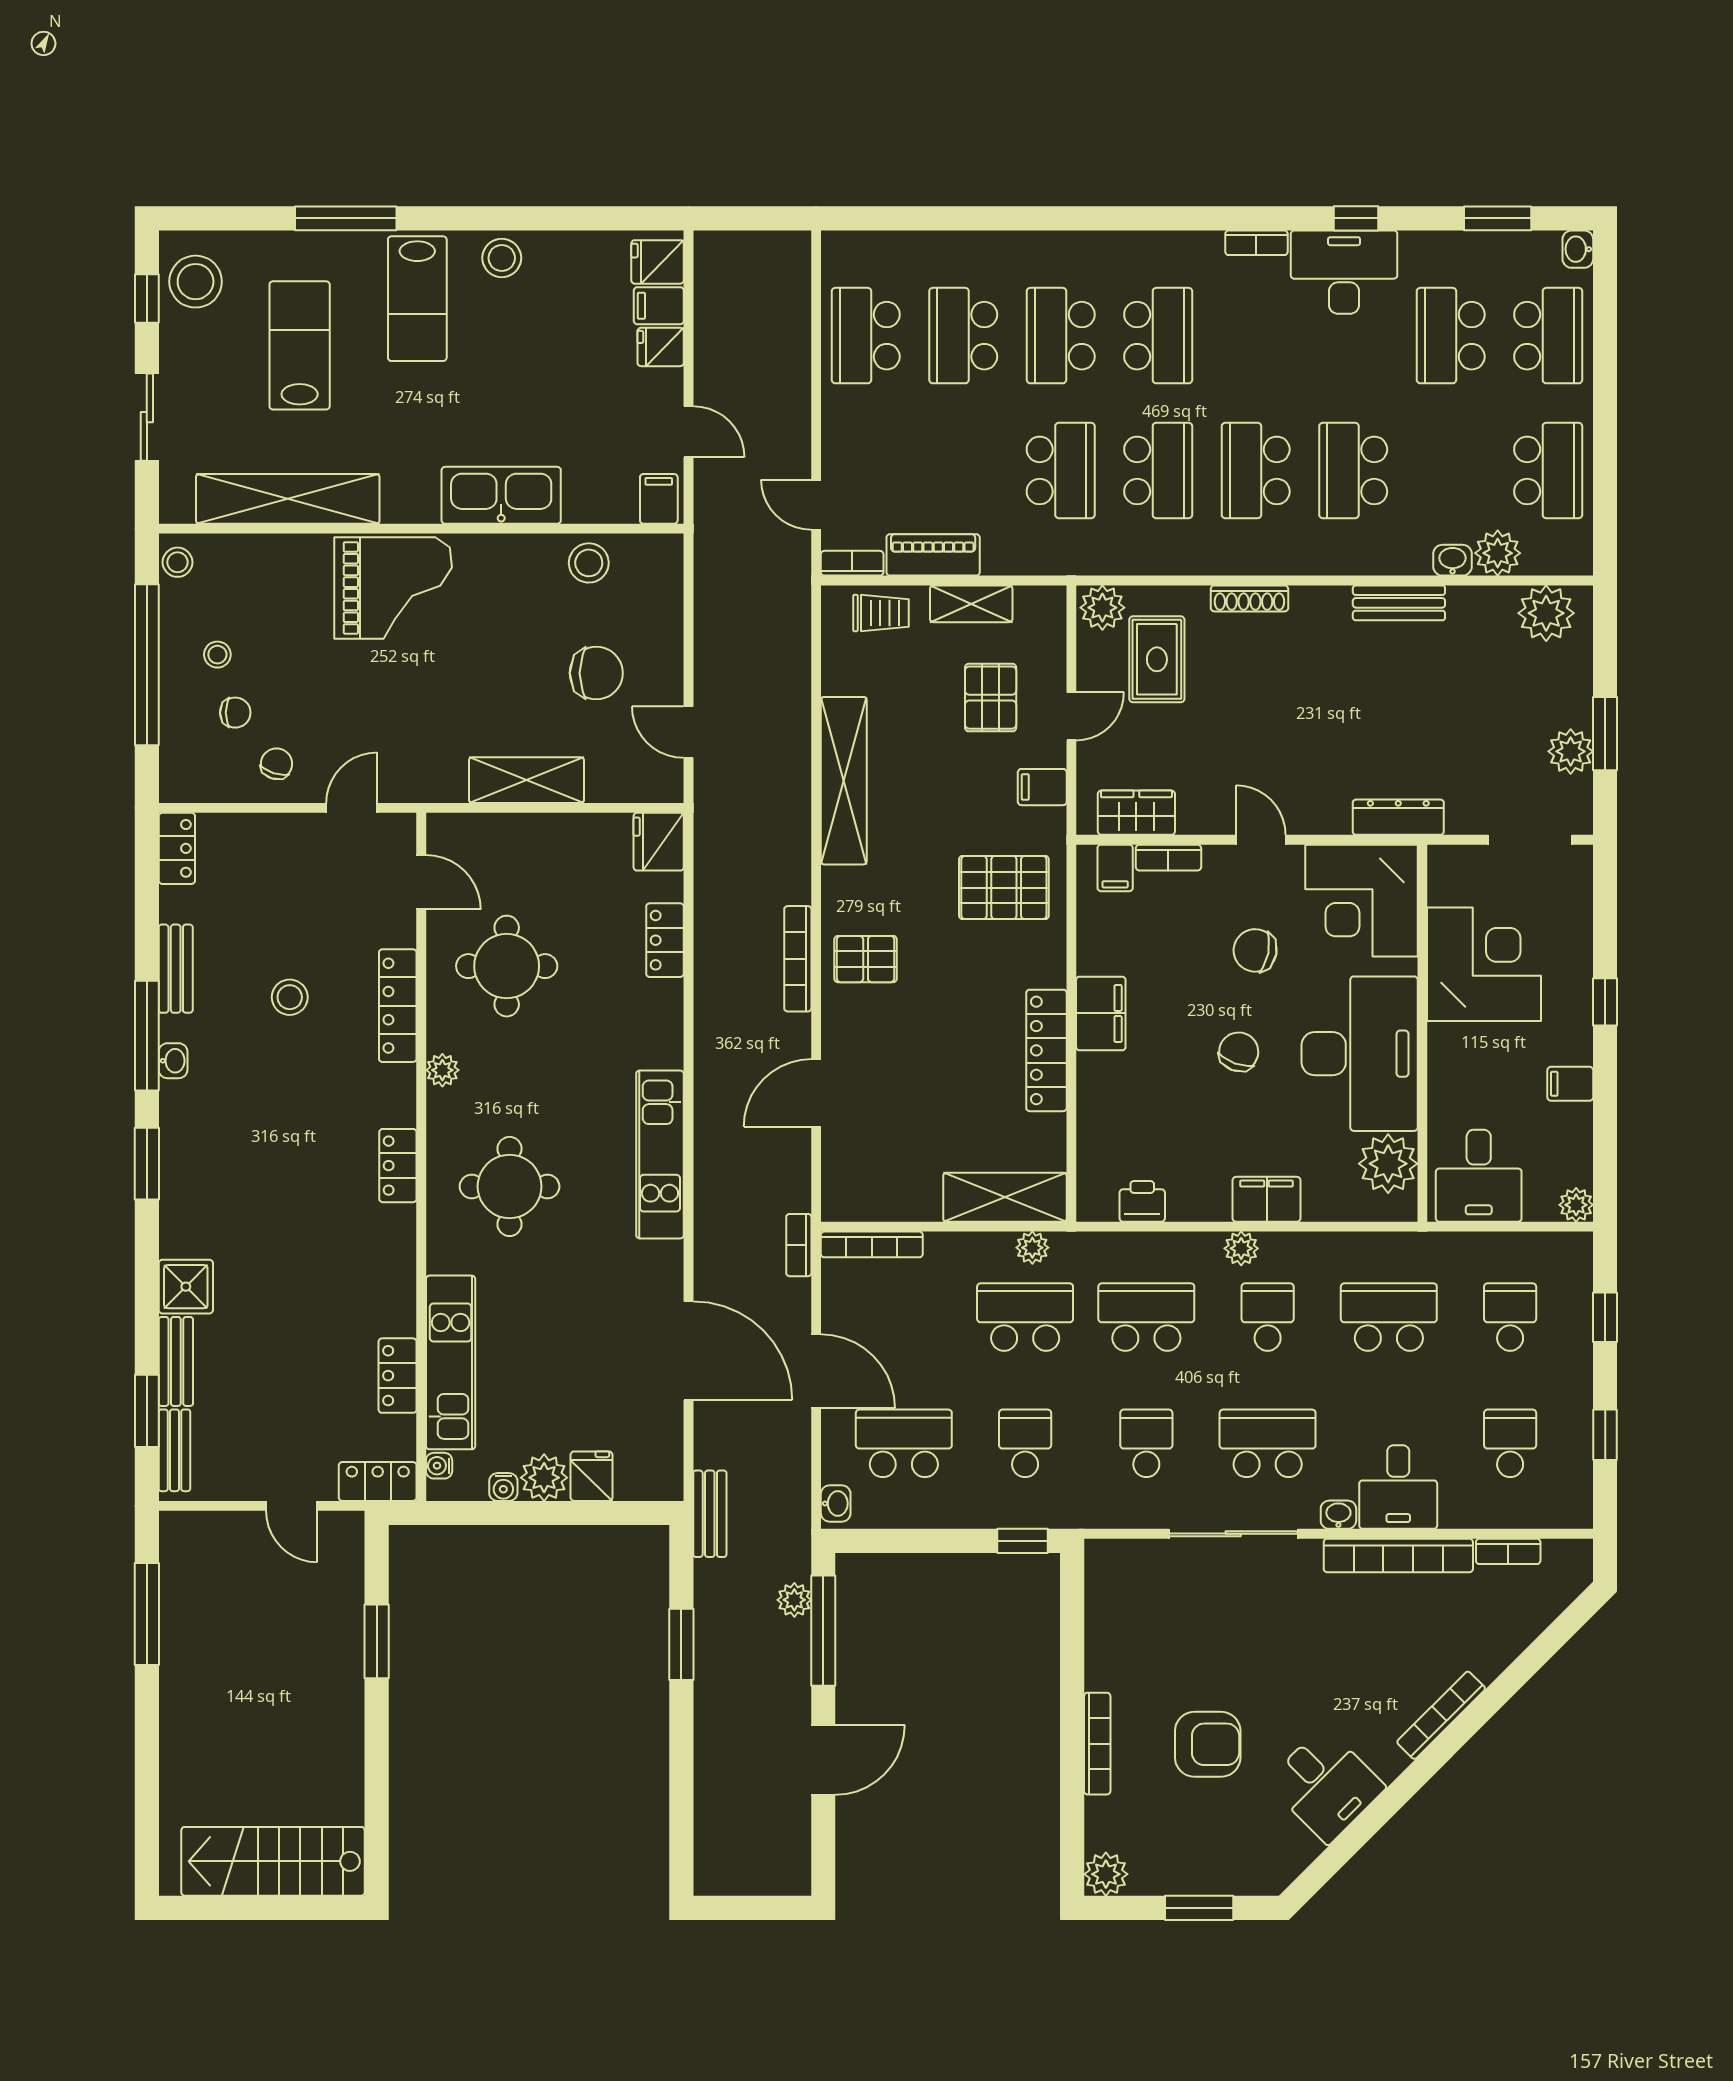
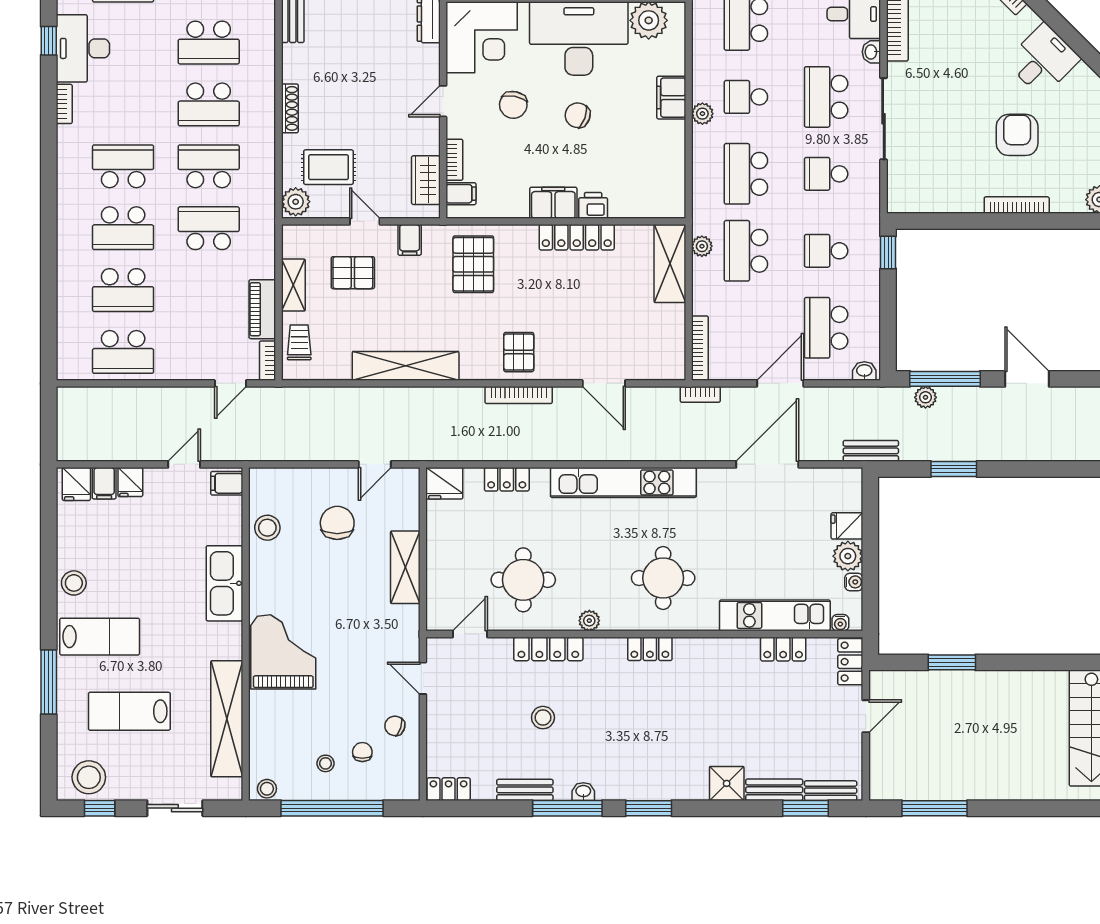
kitchen unit: (660, 1154) -> (623, 483), width x1.36
printer: (1142, 1201) -> (593, 205), moved, turned 90

